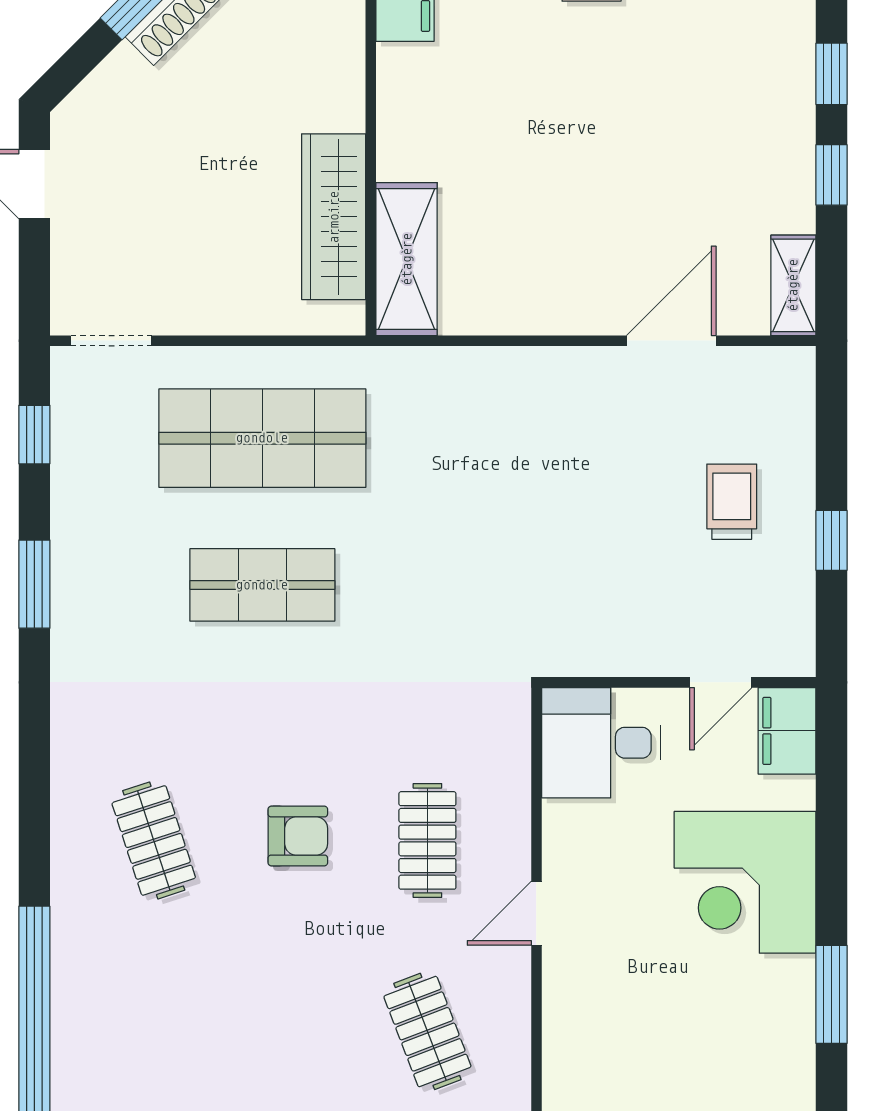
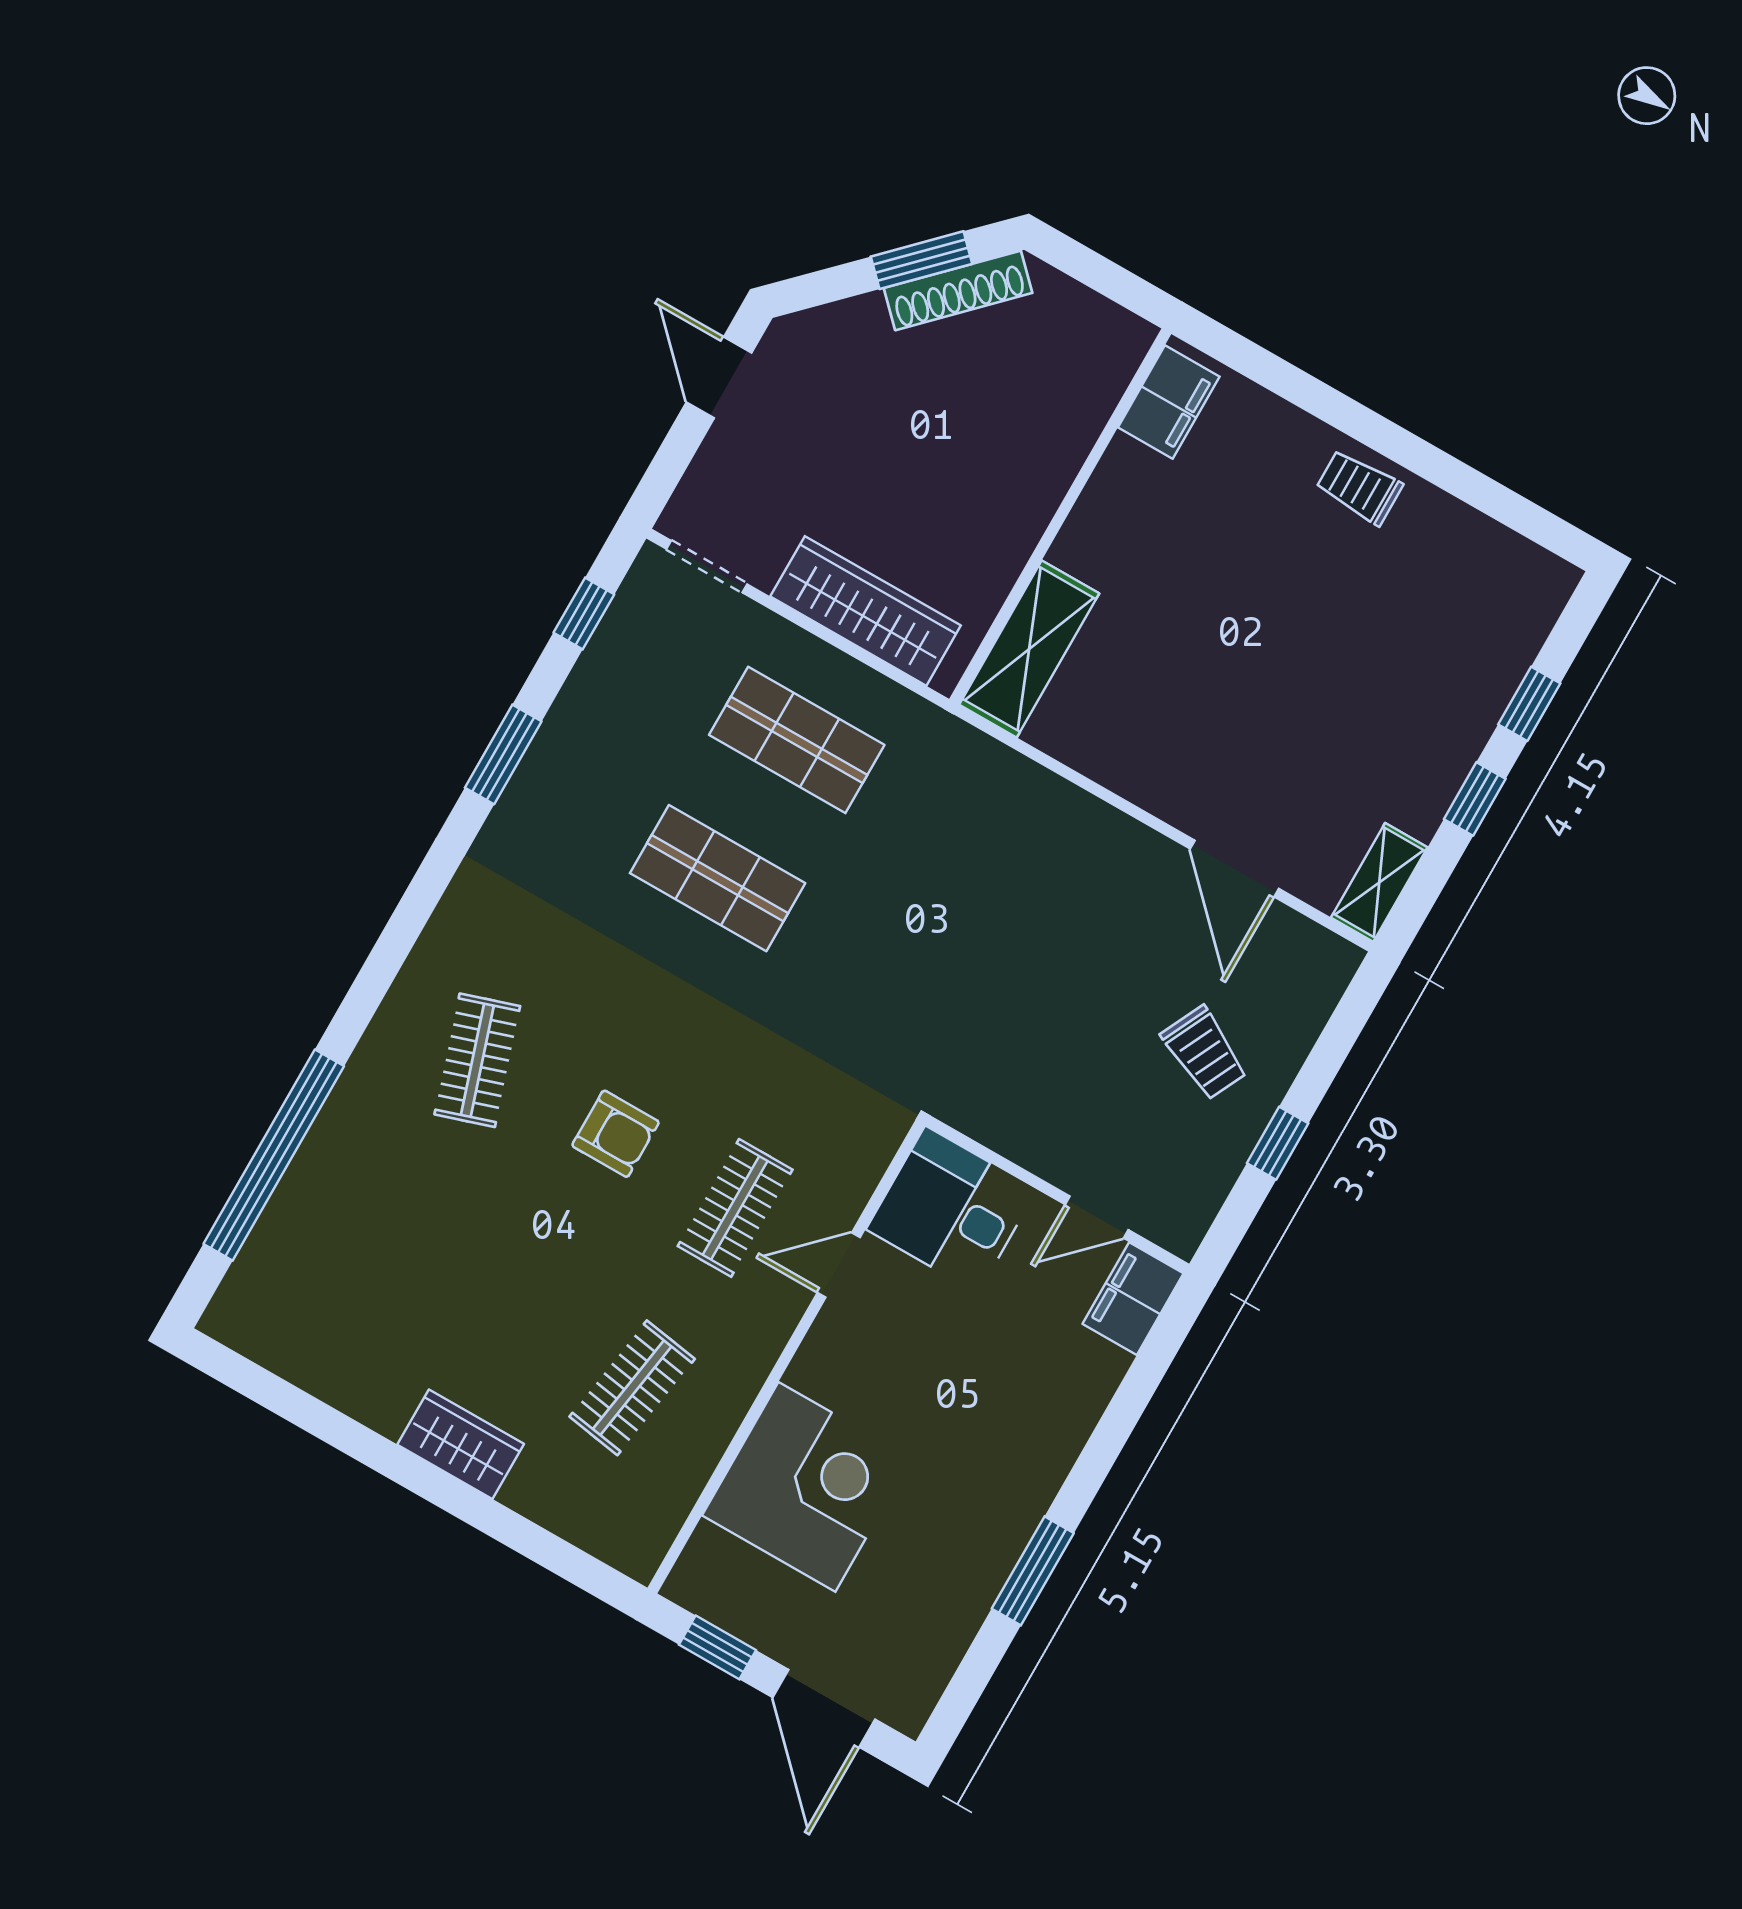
wardrobe: (334, 217) -> (866, 611), moved, turned 90
door: (671, 341) -> (1234, 869), swing flipped
shop shelf: (262, 438) -> (797, 740), width x0.70, depth x0.74
trolley: (732, 502) -> (1205, 1053), turned 116
corner desk: (745, 882) -> (807, 1487), moved, turned 180
door: (536, 913) -> (839, 1265), moved
clothes rail: (427, 1031) -> (632, 1388), turned 30

